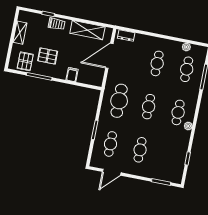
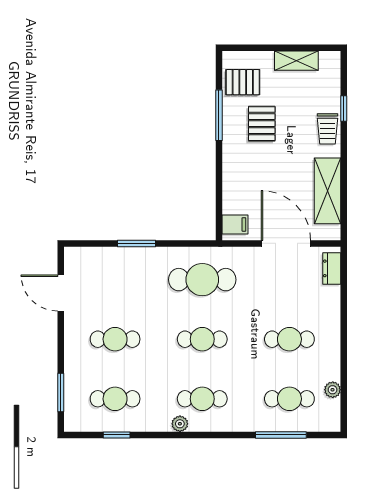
filing cabinet: (72, 75) -> (235, 224), moved
cafe table: (111, 144) -> (115, 399), moved

